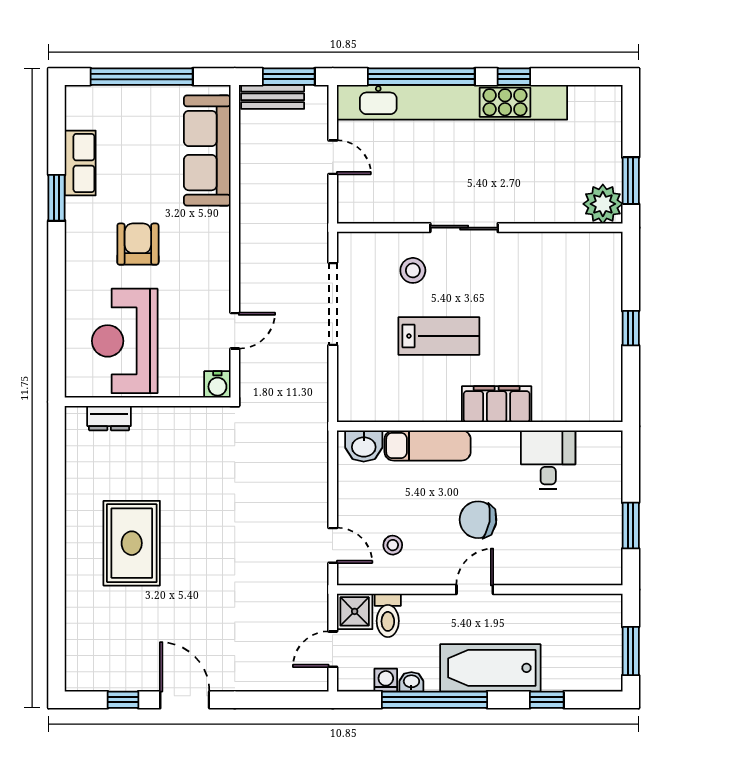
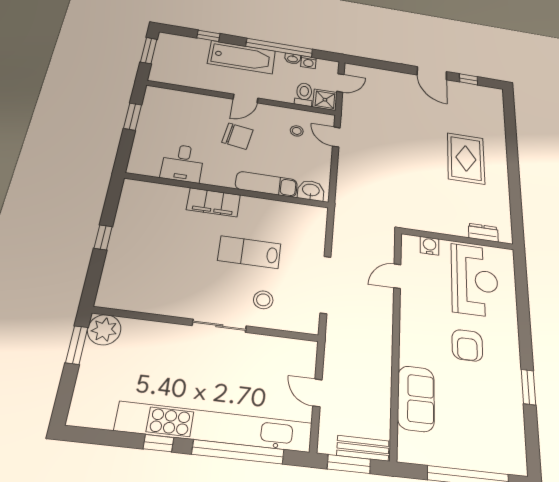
sofa: (207, 151) -> (416, 398), width x0.73
row of seats: (80, 163) -> (513, 412), removed
water cooler: (217, 384) -> (430, 246), moved

